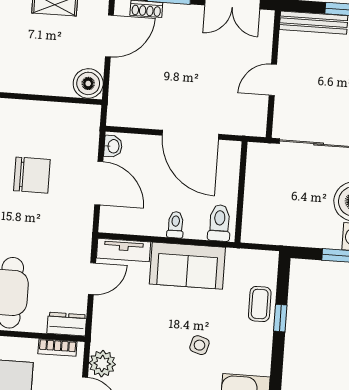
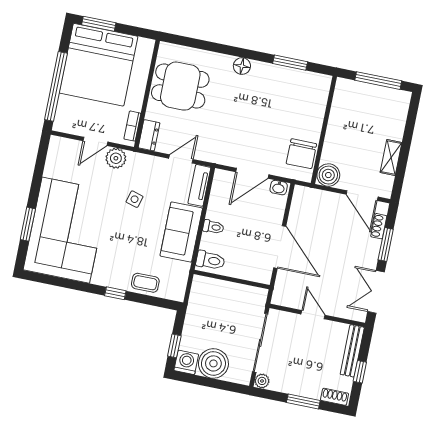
door: (190, 135) -> (280, 247), swing flipped
chair: (32, 175) -> (301, 154), moved
door: (92, 279) -> (181, 159), swing flipped
window: (280, 318) -> (115, 293), moved
side table: (199, 345) -> (135, 199), moved

